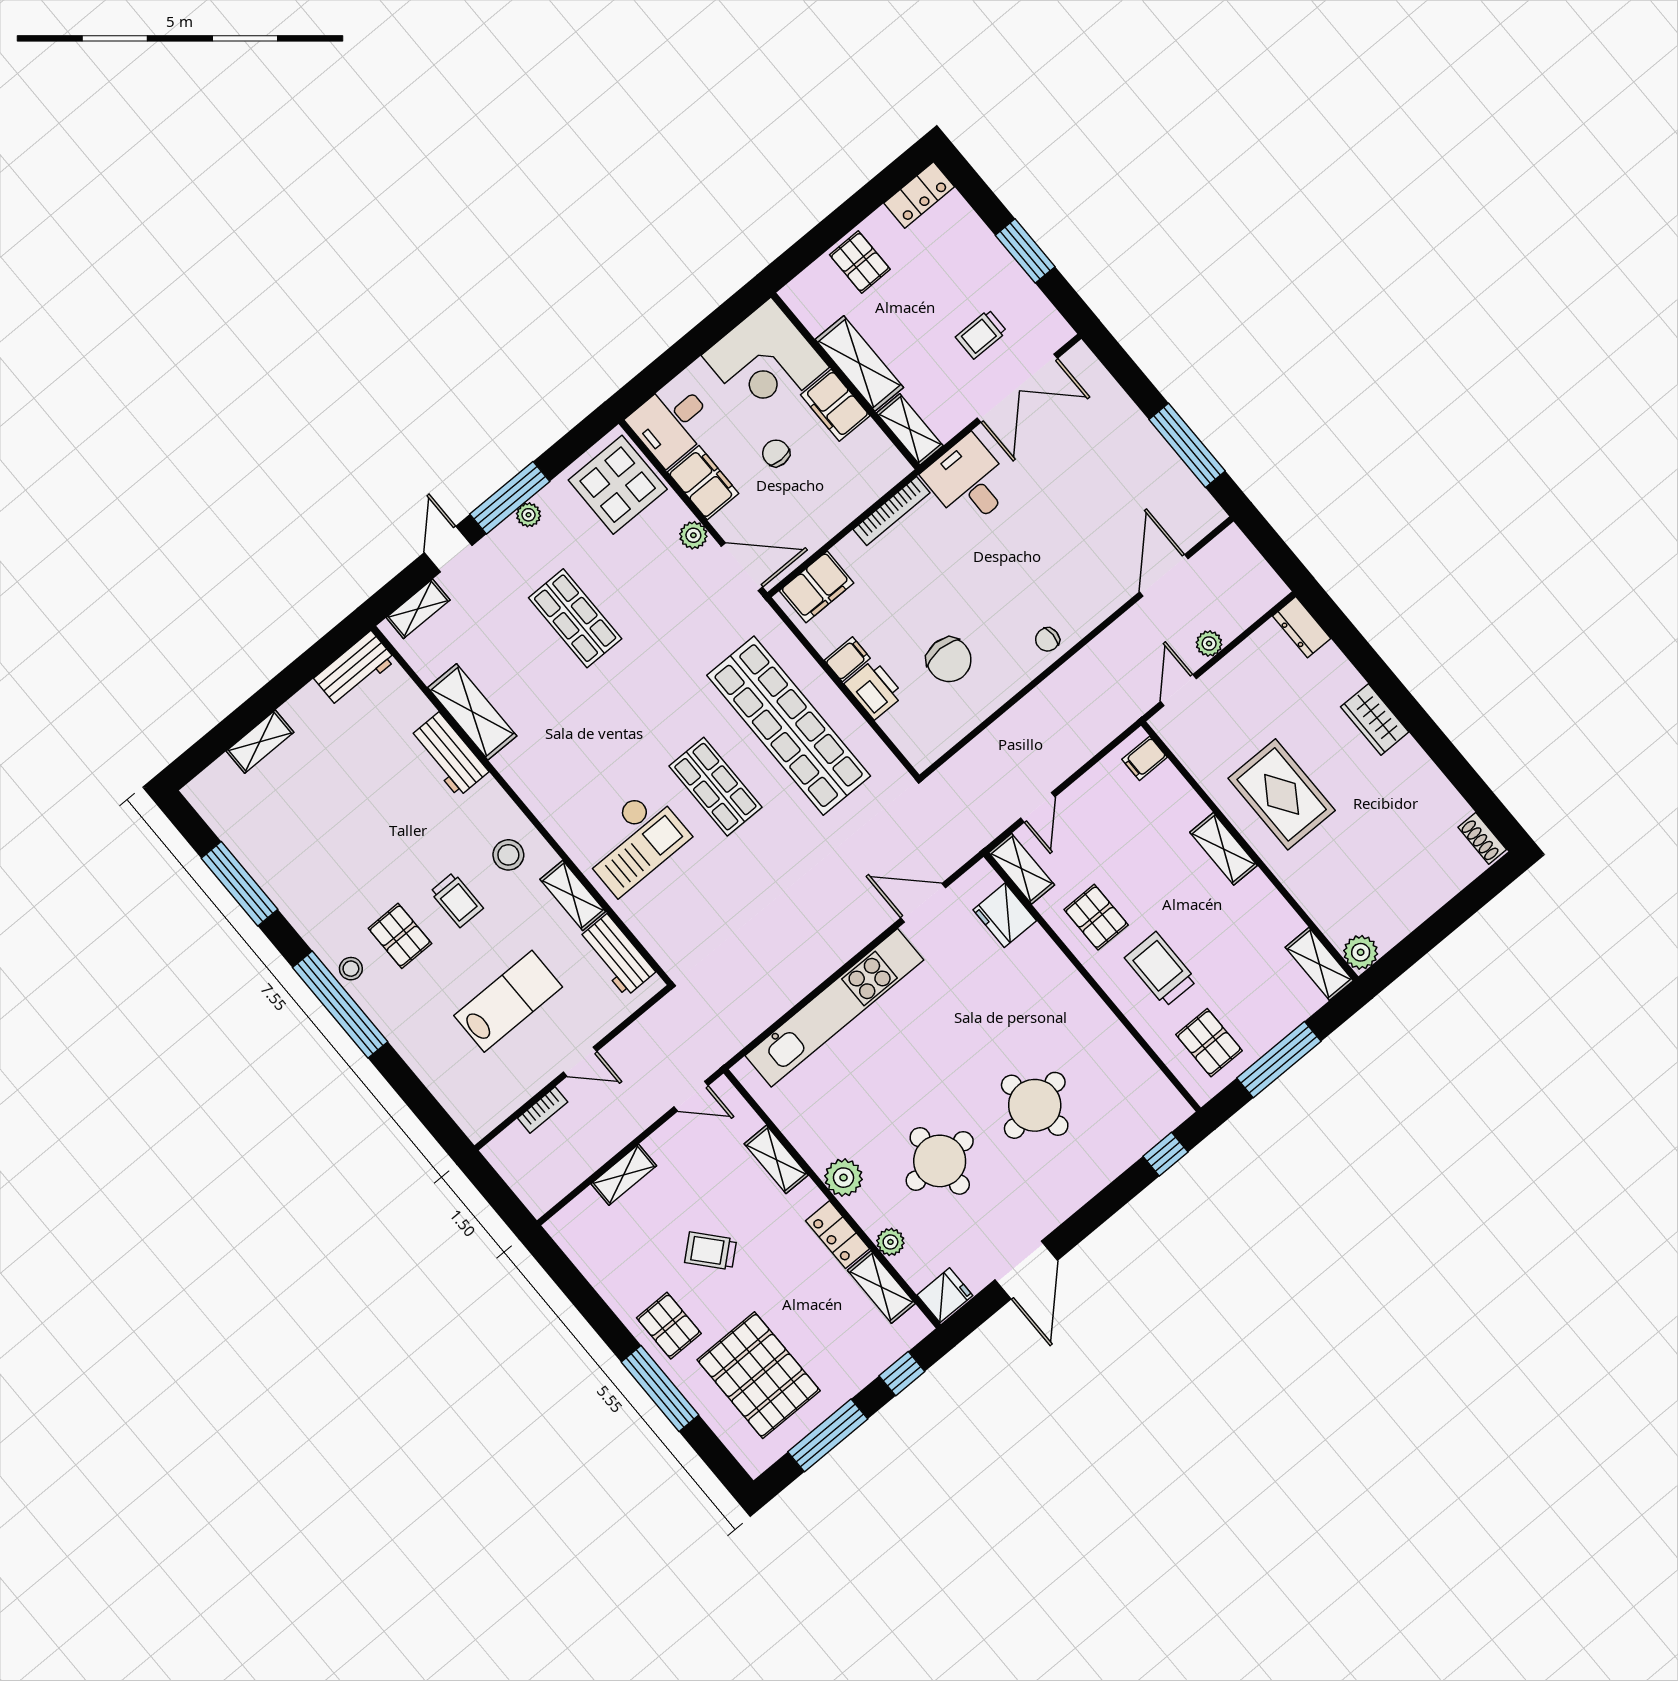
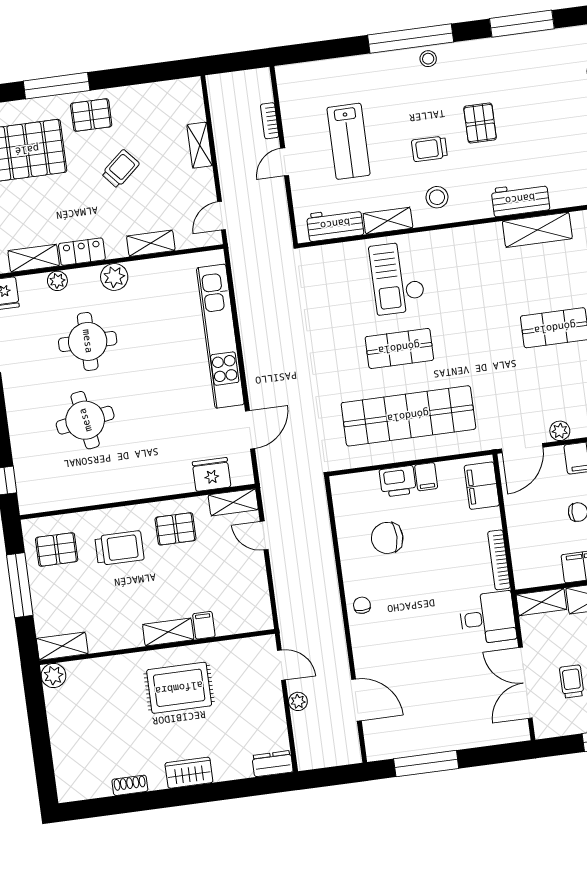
filing cabinet: (1145, 758) -> (204, 625), moved
shoe rack: (1482, 838) -> (130, 785), moved
pallet: (400, 936) -> (480, 123), moved, turned 90

